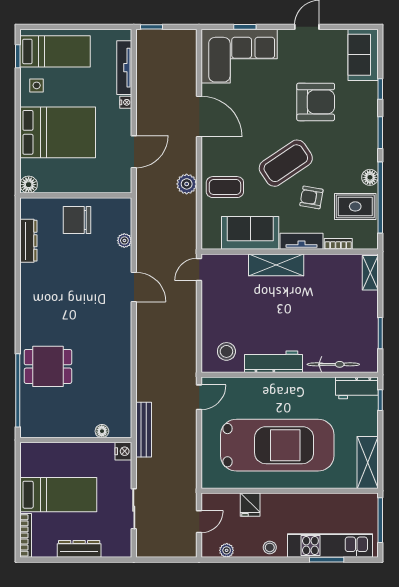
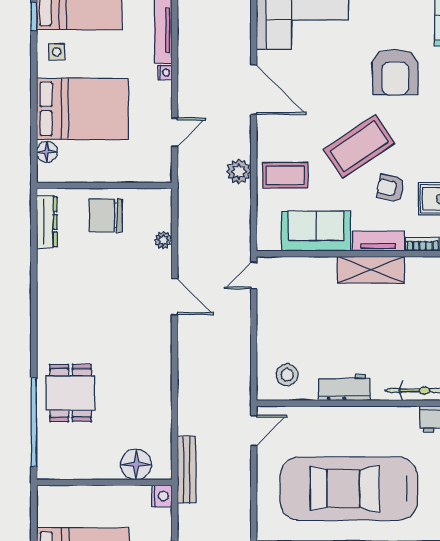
armchair: (316, 102) -> (395, 72), turned 90
door: (134, 152) -> (175, 132), width x0.73
floor lamp: (29, 185) -> (47, 152), moved
dresser: (28, 241) -> (47, 222), moved
shelving: (276, 265) -> (371, 270), moved
workbench: (274, 362) -> (344, 387), width x0.73
dining table: (48, 366) -> (70, 393), turned 90
floor lamp: (102, 431) -> (136, 464), width x1.89, depth x1.89
car: (277, 445) -> (349, 489), turned 180

